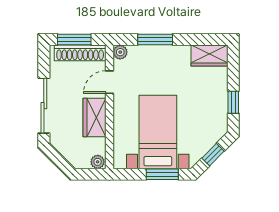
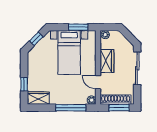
window: (155, 39) -> (71, 108), width x1.44
door: (109, 82) -> (98, 82), swing flipped
window: (233, 102) -> (24, 84), moved
window: (162, 174) -> (78, 27), moved

